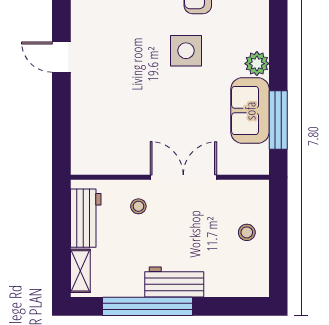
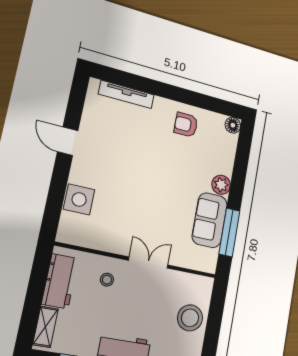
side table: (186, 51) -> (79, 199), moved
double door: (183, 177) -> (148, 263), width x0.73
stool: (247, 232) -> (190, 318), width x1.89, depth x1.89

